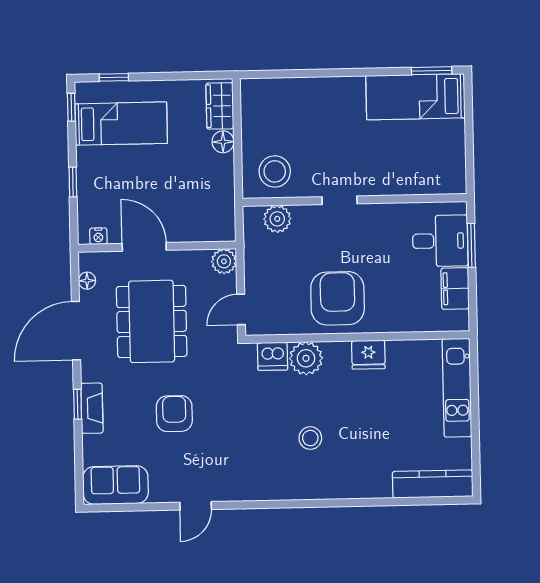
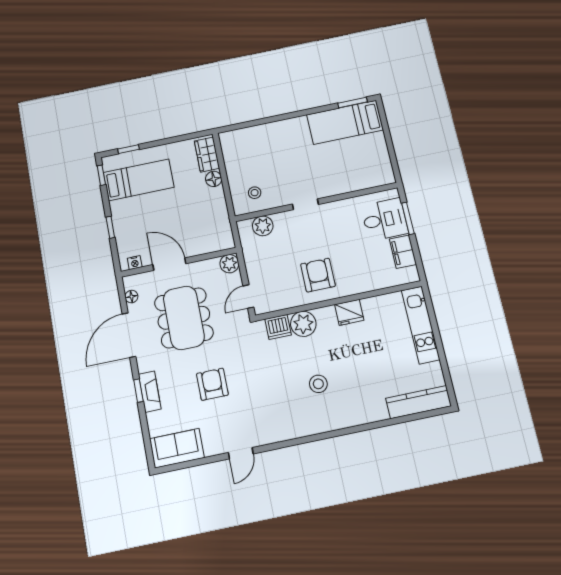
stool: (275, 171) -> (255, 193), width x0.53, depth x0.53
armchair: (338, 298) -> (318, 275), width x0.73, depth x0.73

